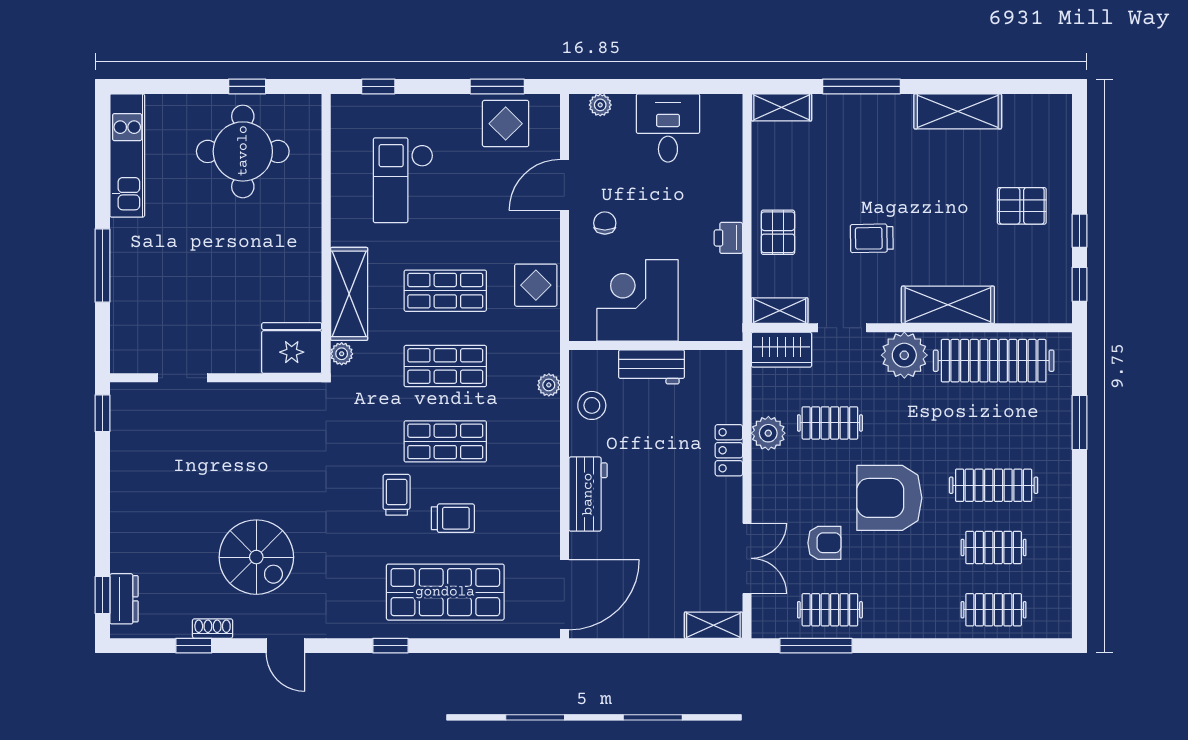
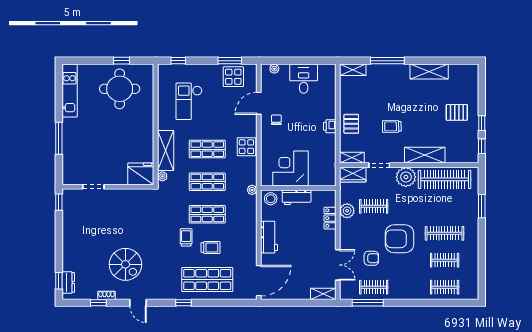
corner desk: (637, 300) -> (290, 169), moved
wall: (656, 345) -> (298, 188), moved
workbench: (651, 367) -> (297, 197), moved

